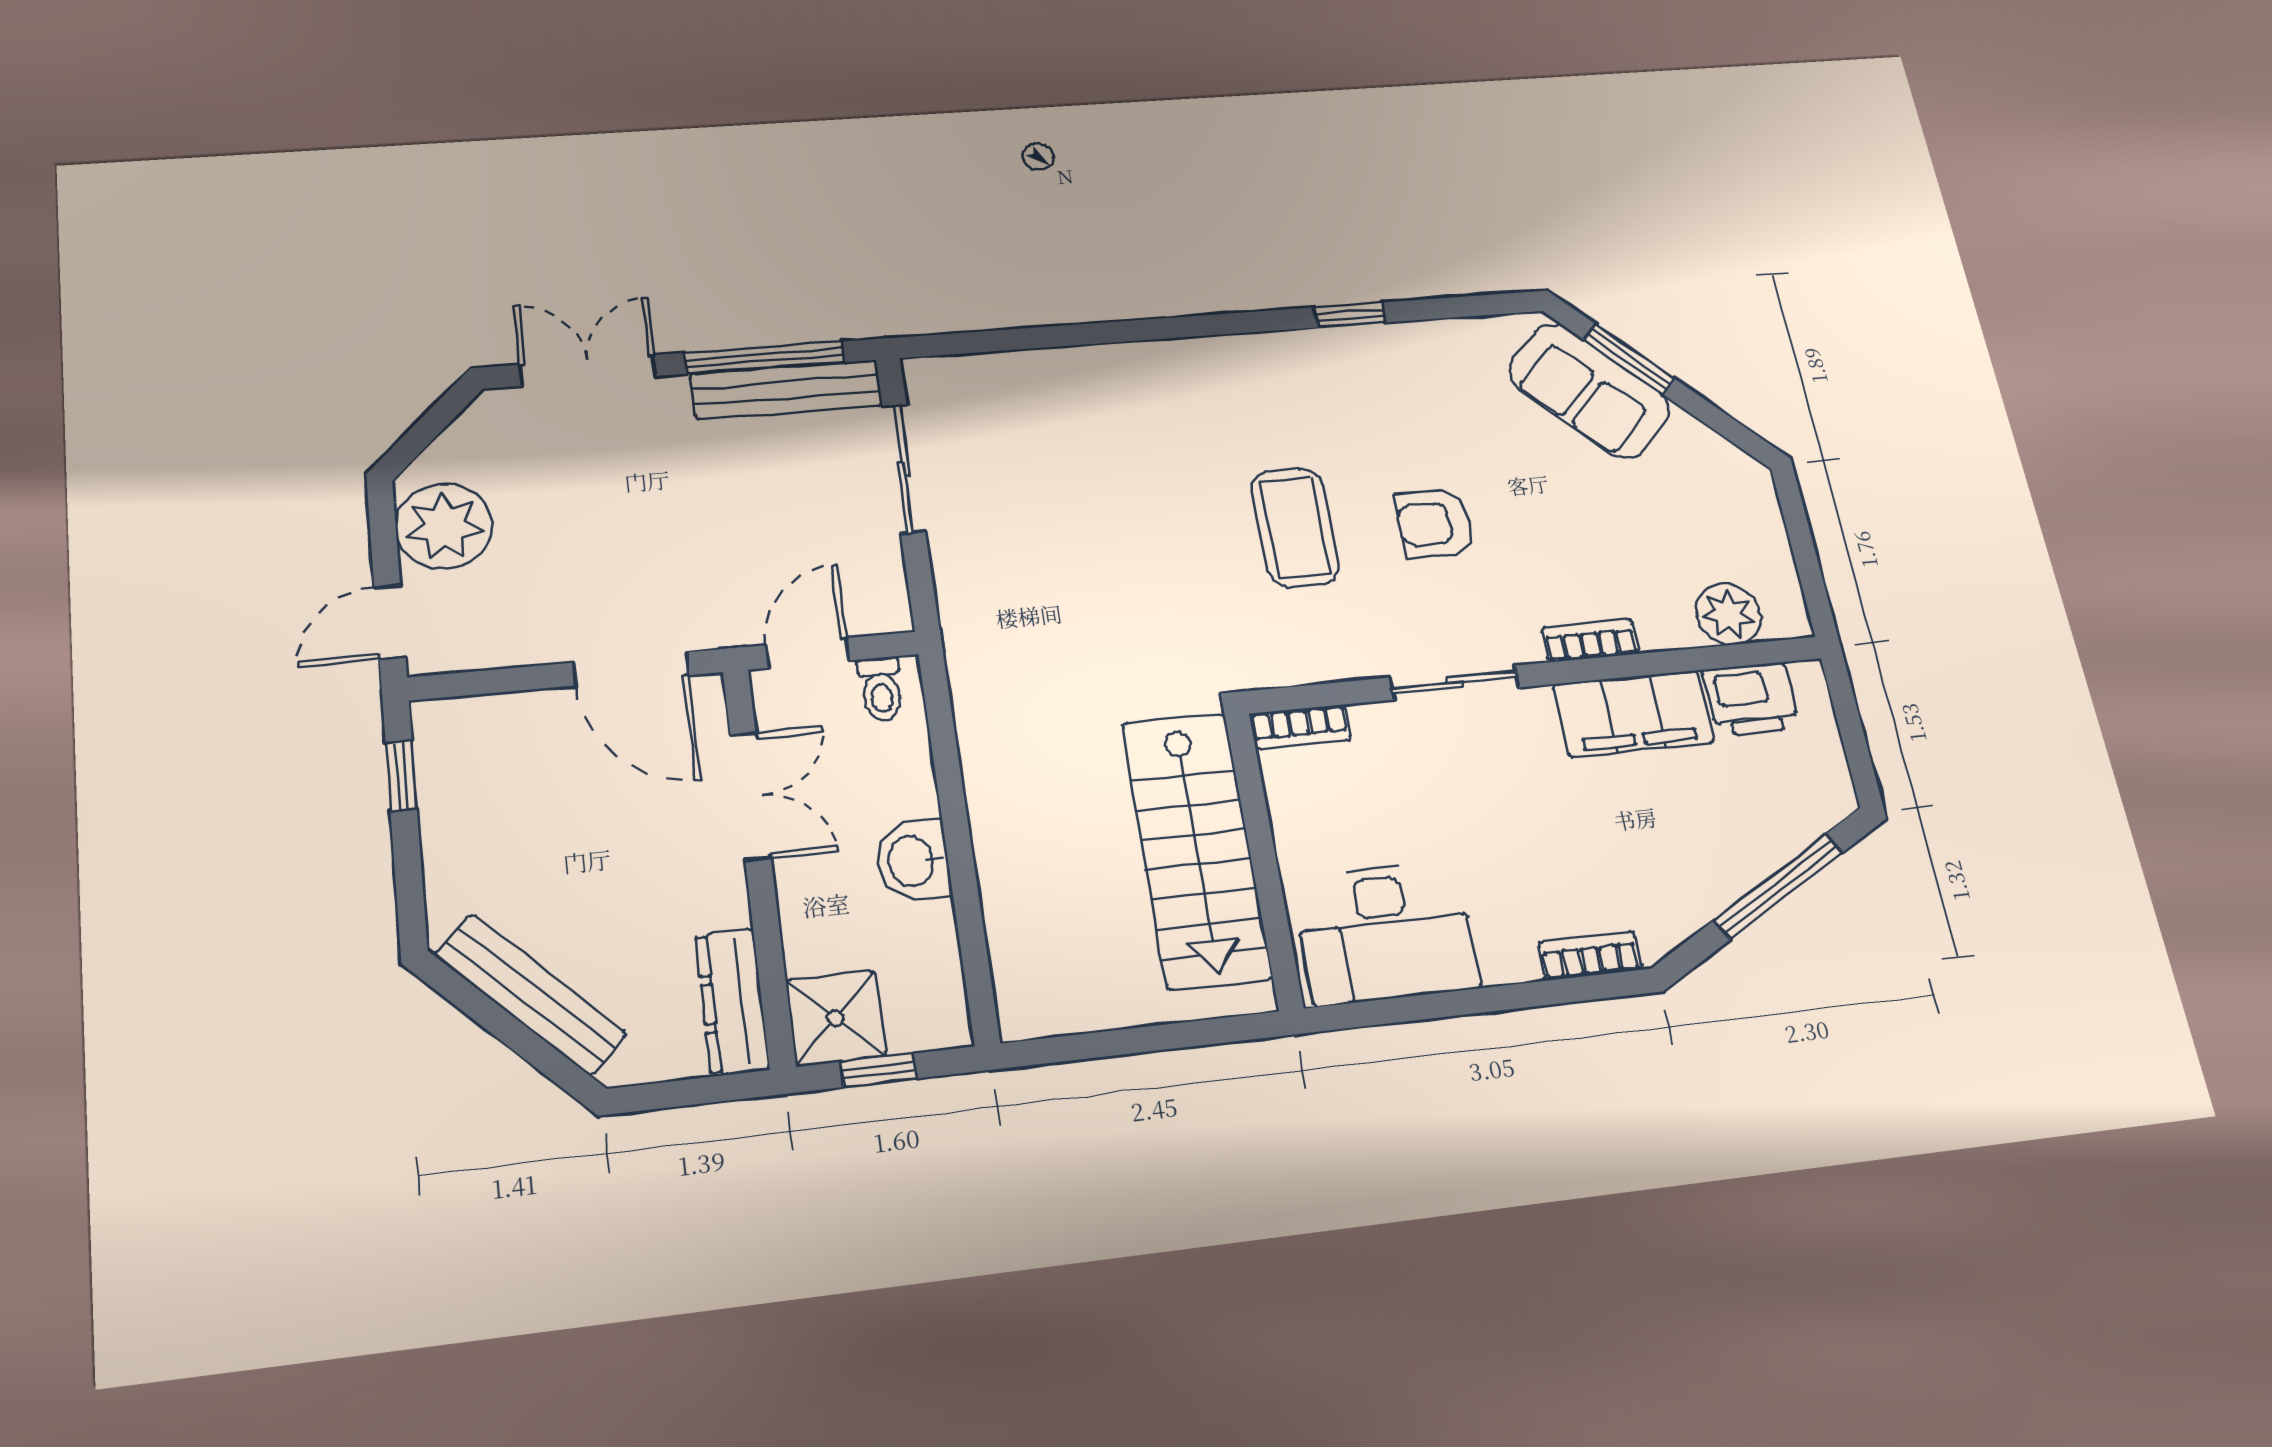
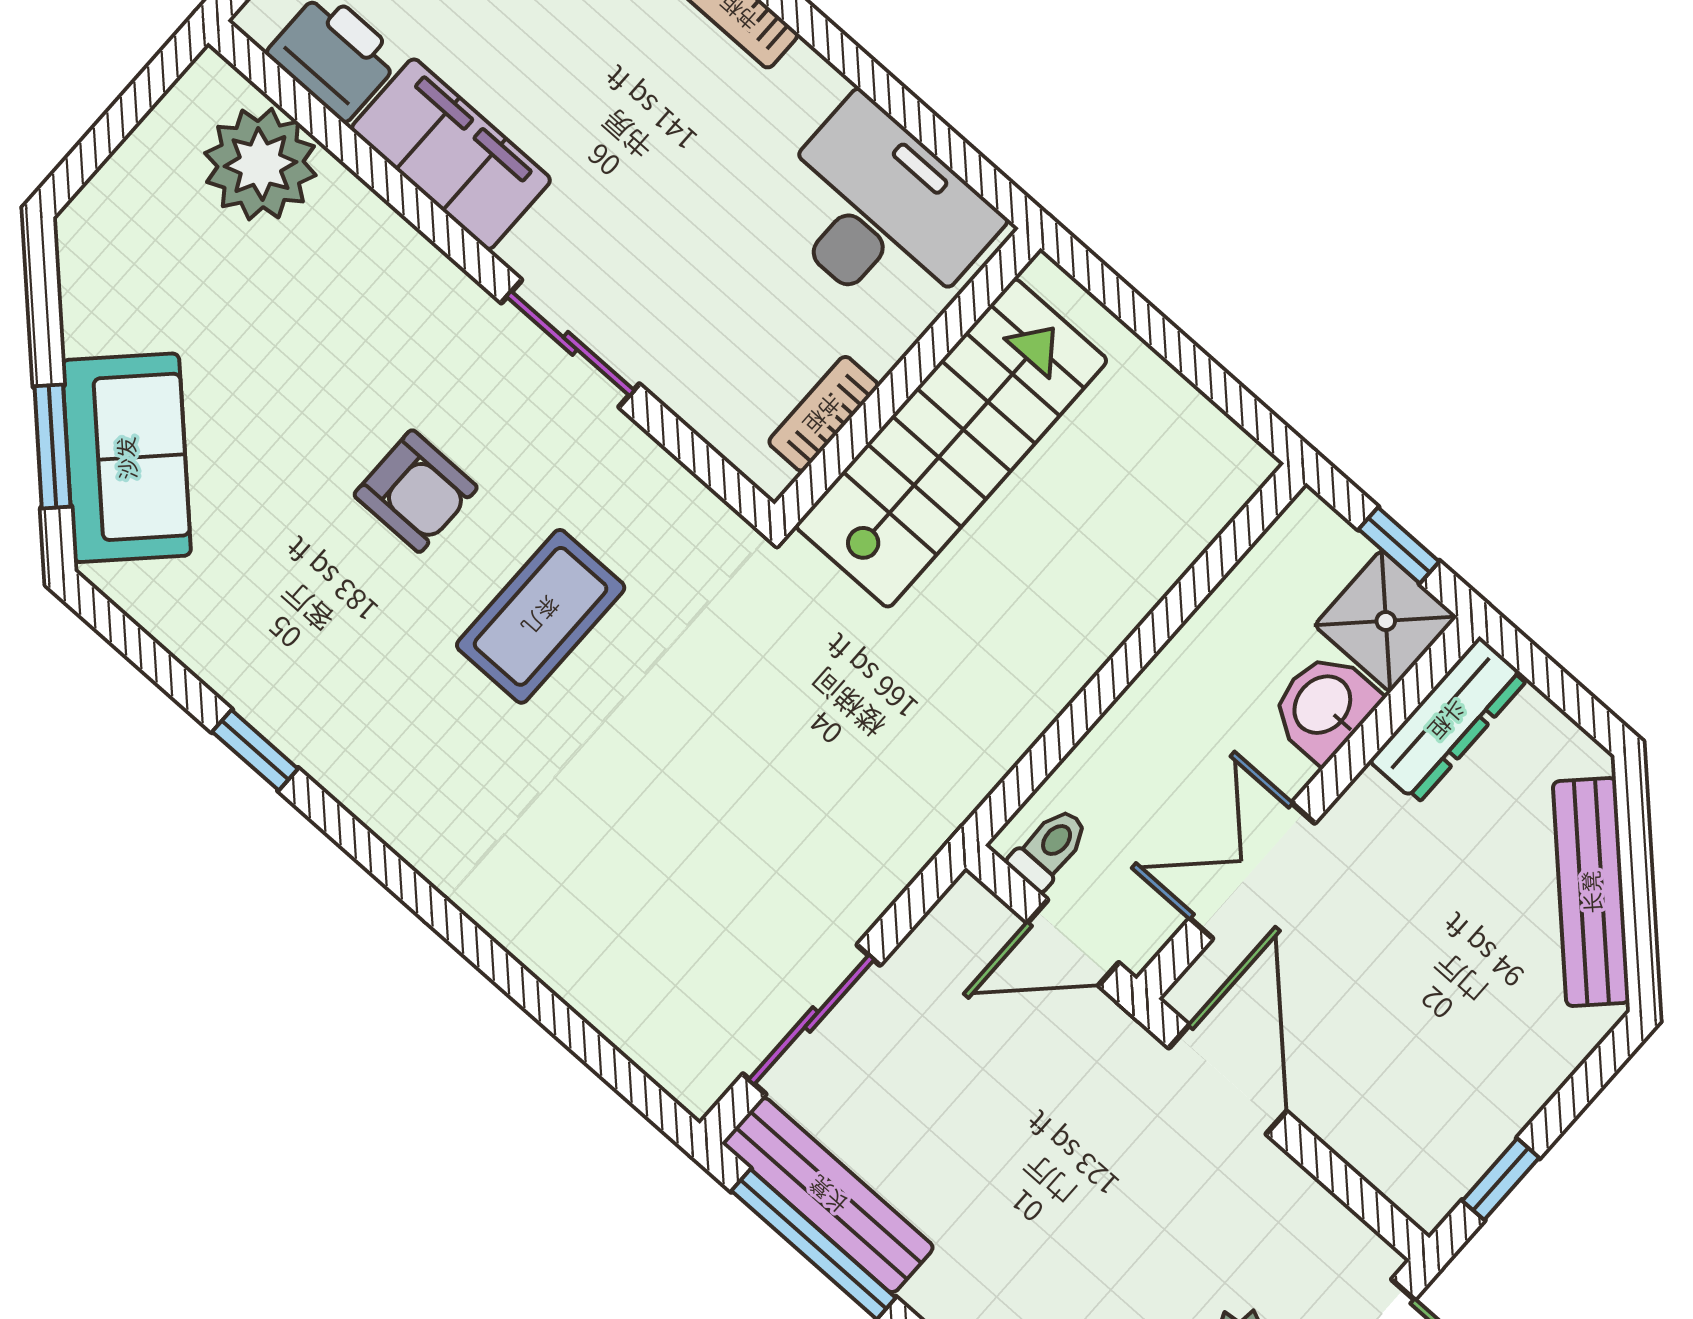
plant: (1728, 614) -> (260, 164), width x1.36, depth x1.36
bookcase: (1590, 641) -> (409, 251), removed
bookcase: (1300, 727) -> (823, 414), moved, turned -90
washbasin: (913, 861) -> (1324, 706), moved, turned 180

